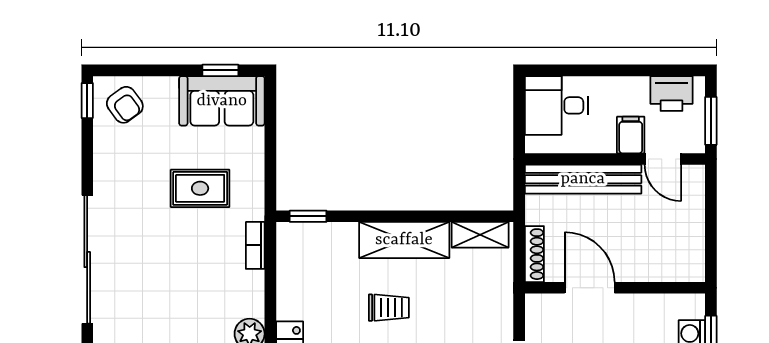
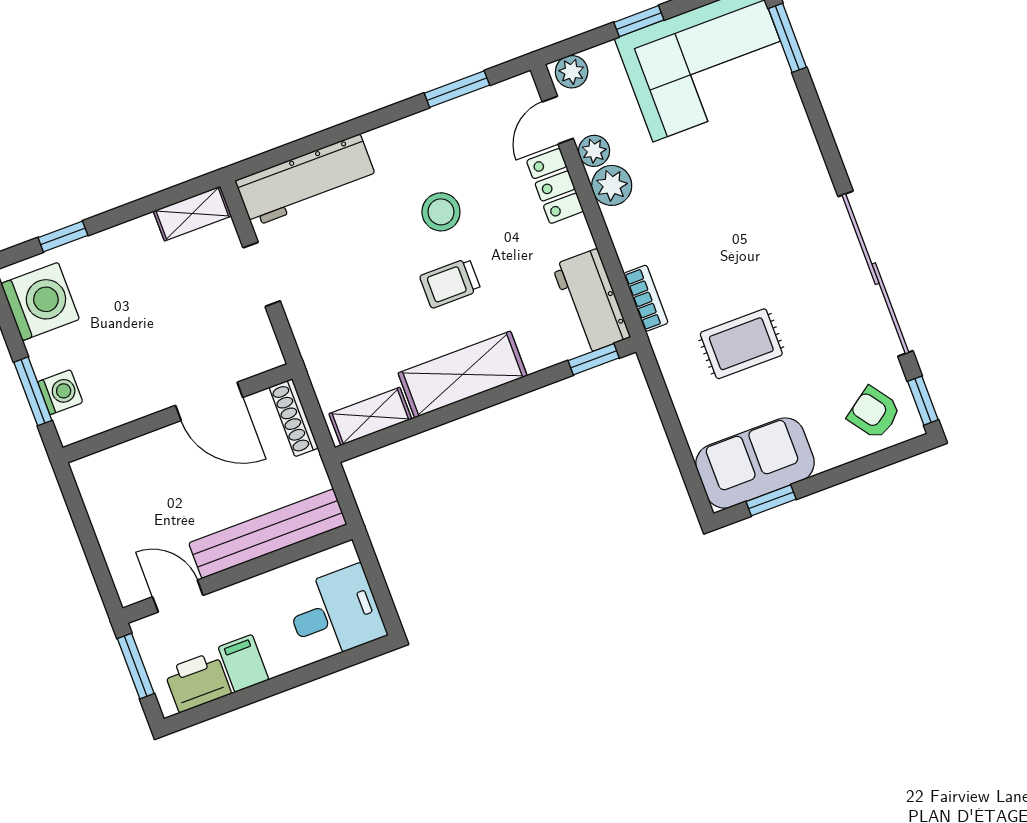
filing cabinet: (631, 135) -> (243, 663), moved, turned 180
workbench: (295, 258) -> (591, 301), added
sliding door: (87, 259) -> (875, 274), moved

